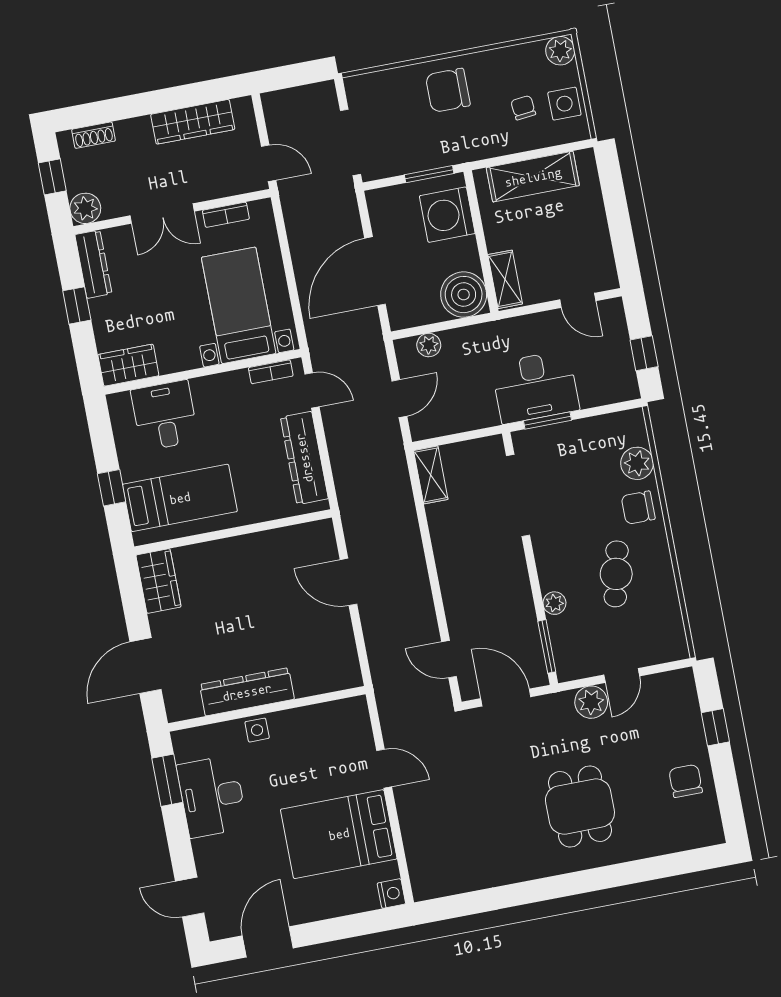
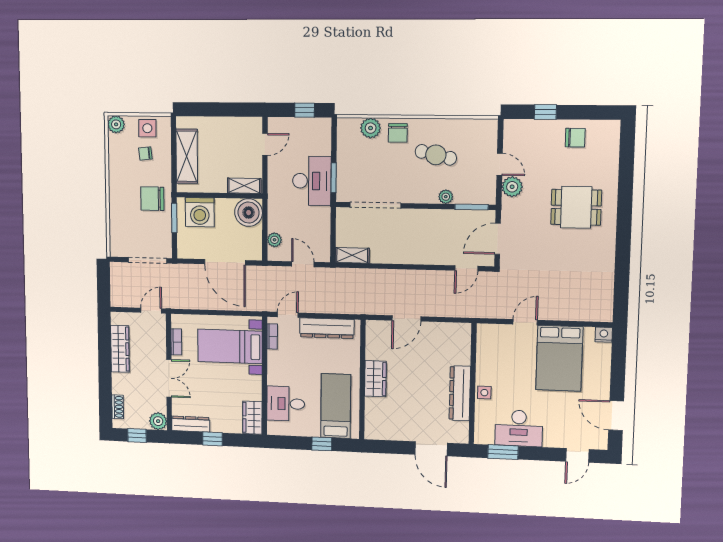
chair: (448, 90) -> (152, 199), moved, turned 90
wardrobe: (158, 581) -> (375, 379), moved, turned 90
chair: (686, 781) -> (575, 138), turned 180

